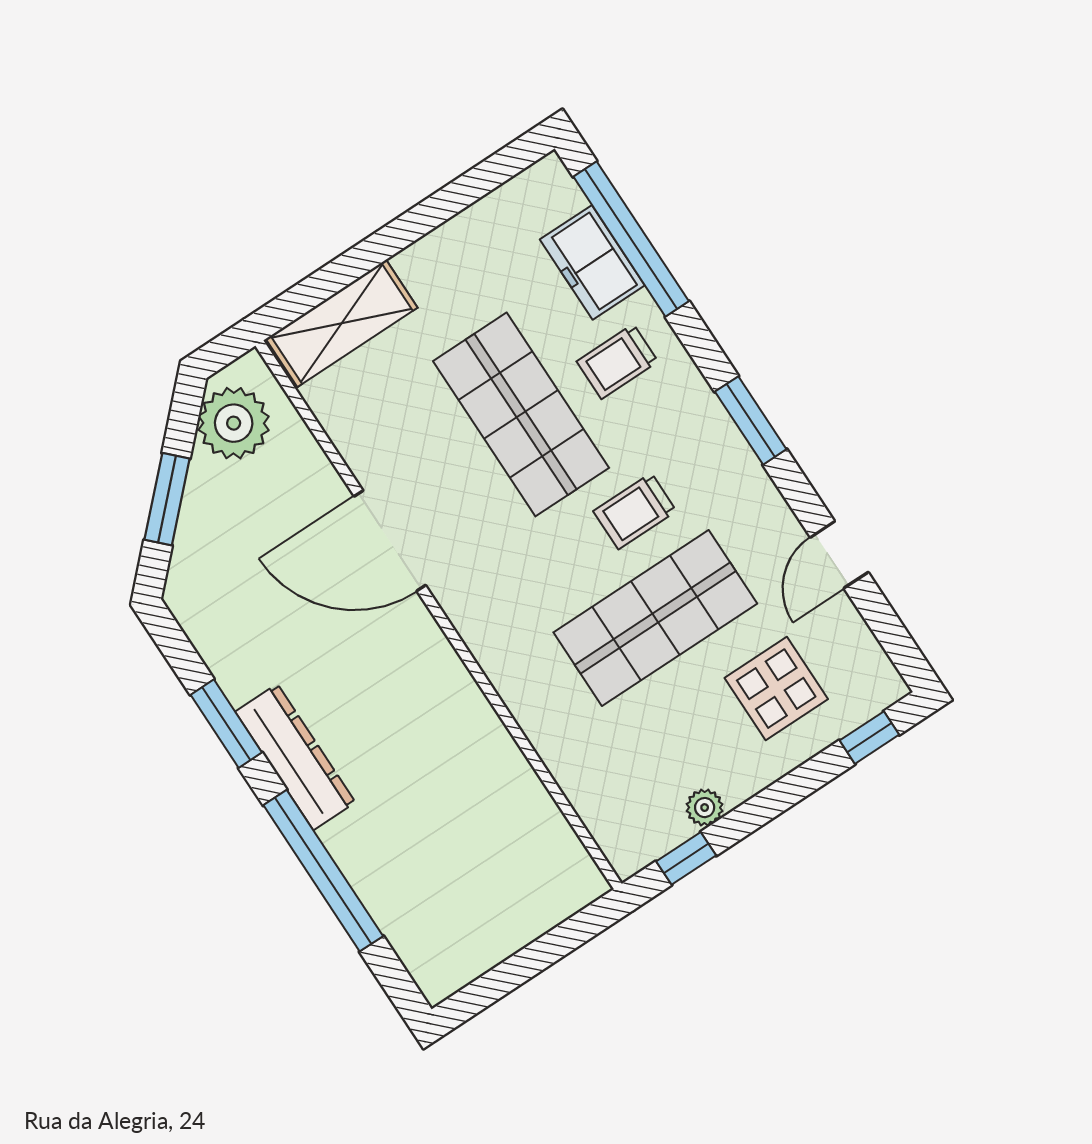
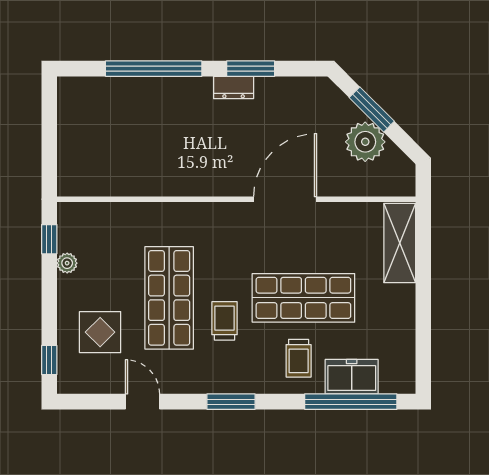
trolley: (617, 362) -> (299, 358), turned 180
plant: (234, 423) -> (365, 142), moved
dresser: (295, 757) -> (234, 88), width x0.51, depth x0.80

